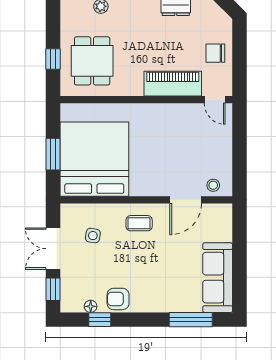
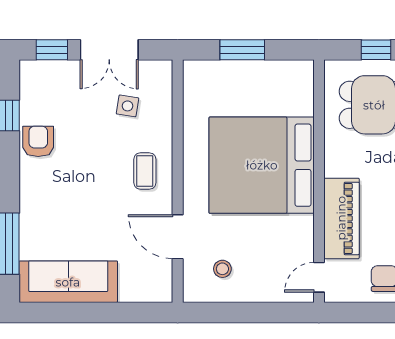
bed: (94, 159) -> (262, 165), moved, turned 180
stool: (213, 185) -> (222, 269), moved
double door: (53, 249) -> (109, 50), swing flipped
floor lamp: (91, 306) -> (28, 103), removed

